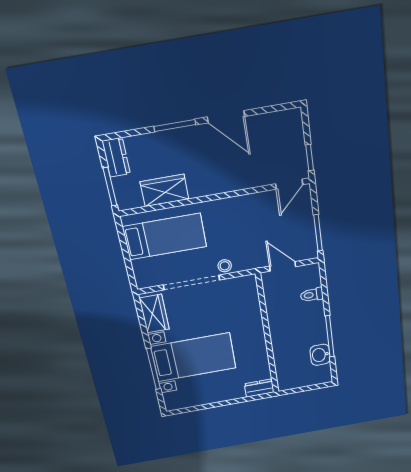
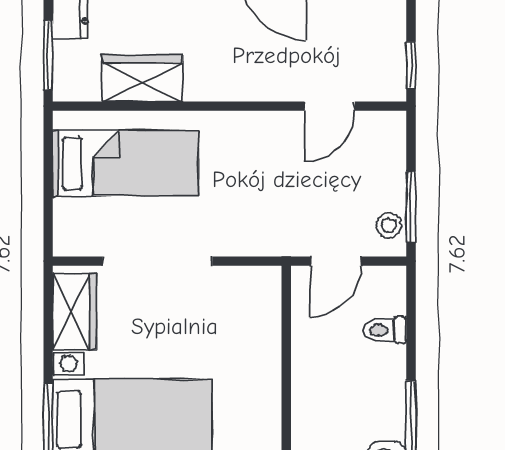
door: (289, 184) -> (330, 106), moved
stool: (225, 266) -> (389, 225), moved
door: (283, 266) -> (336, 261), swing flipped

